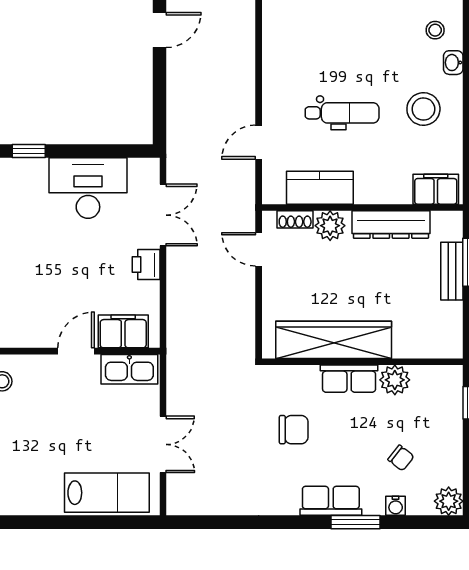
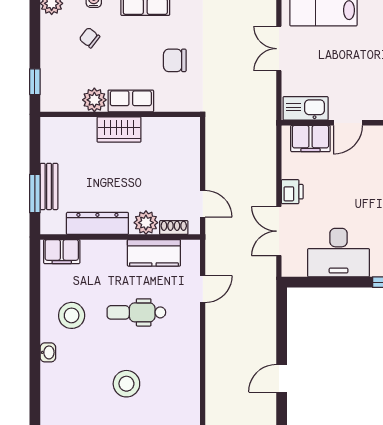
stool: (435, 30) -> (126, 384), moved, width x1.89, depth x1.89
wardrobe: (334, 340) -> (119, 130), width x0.48, depth x0.85

